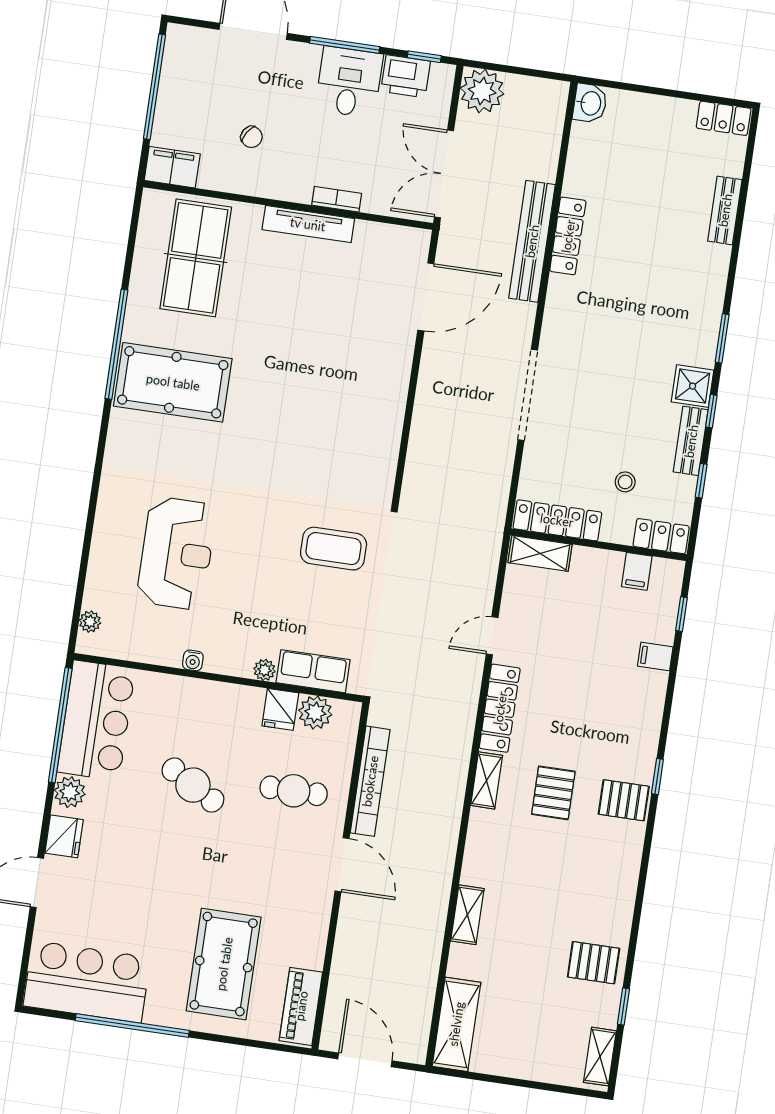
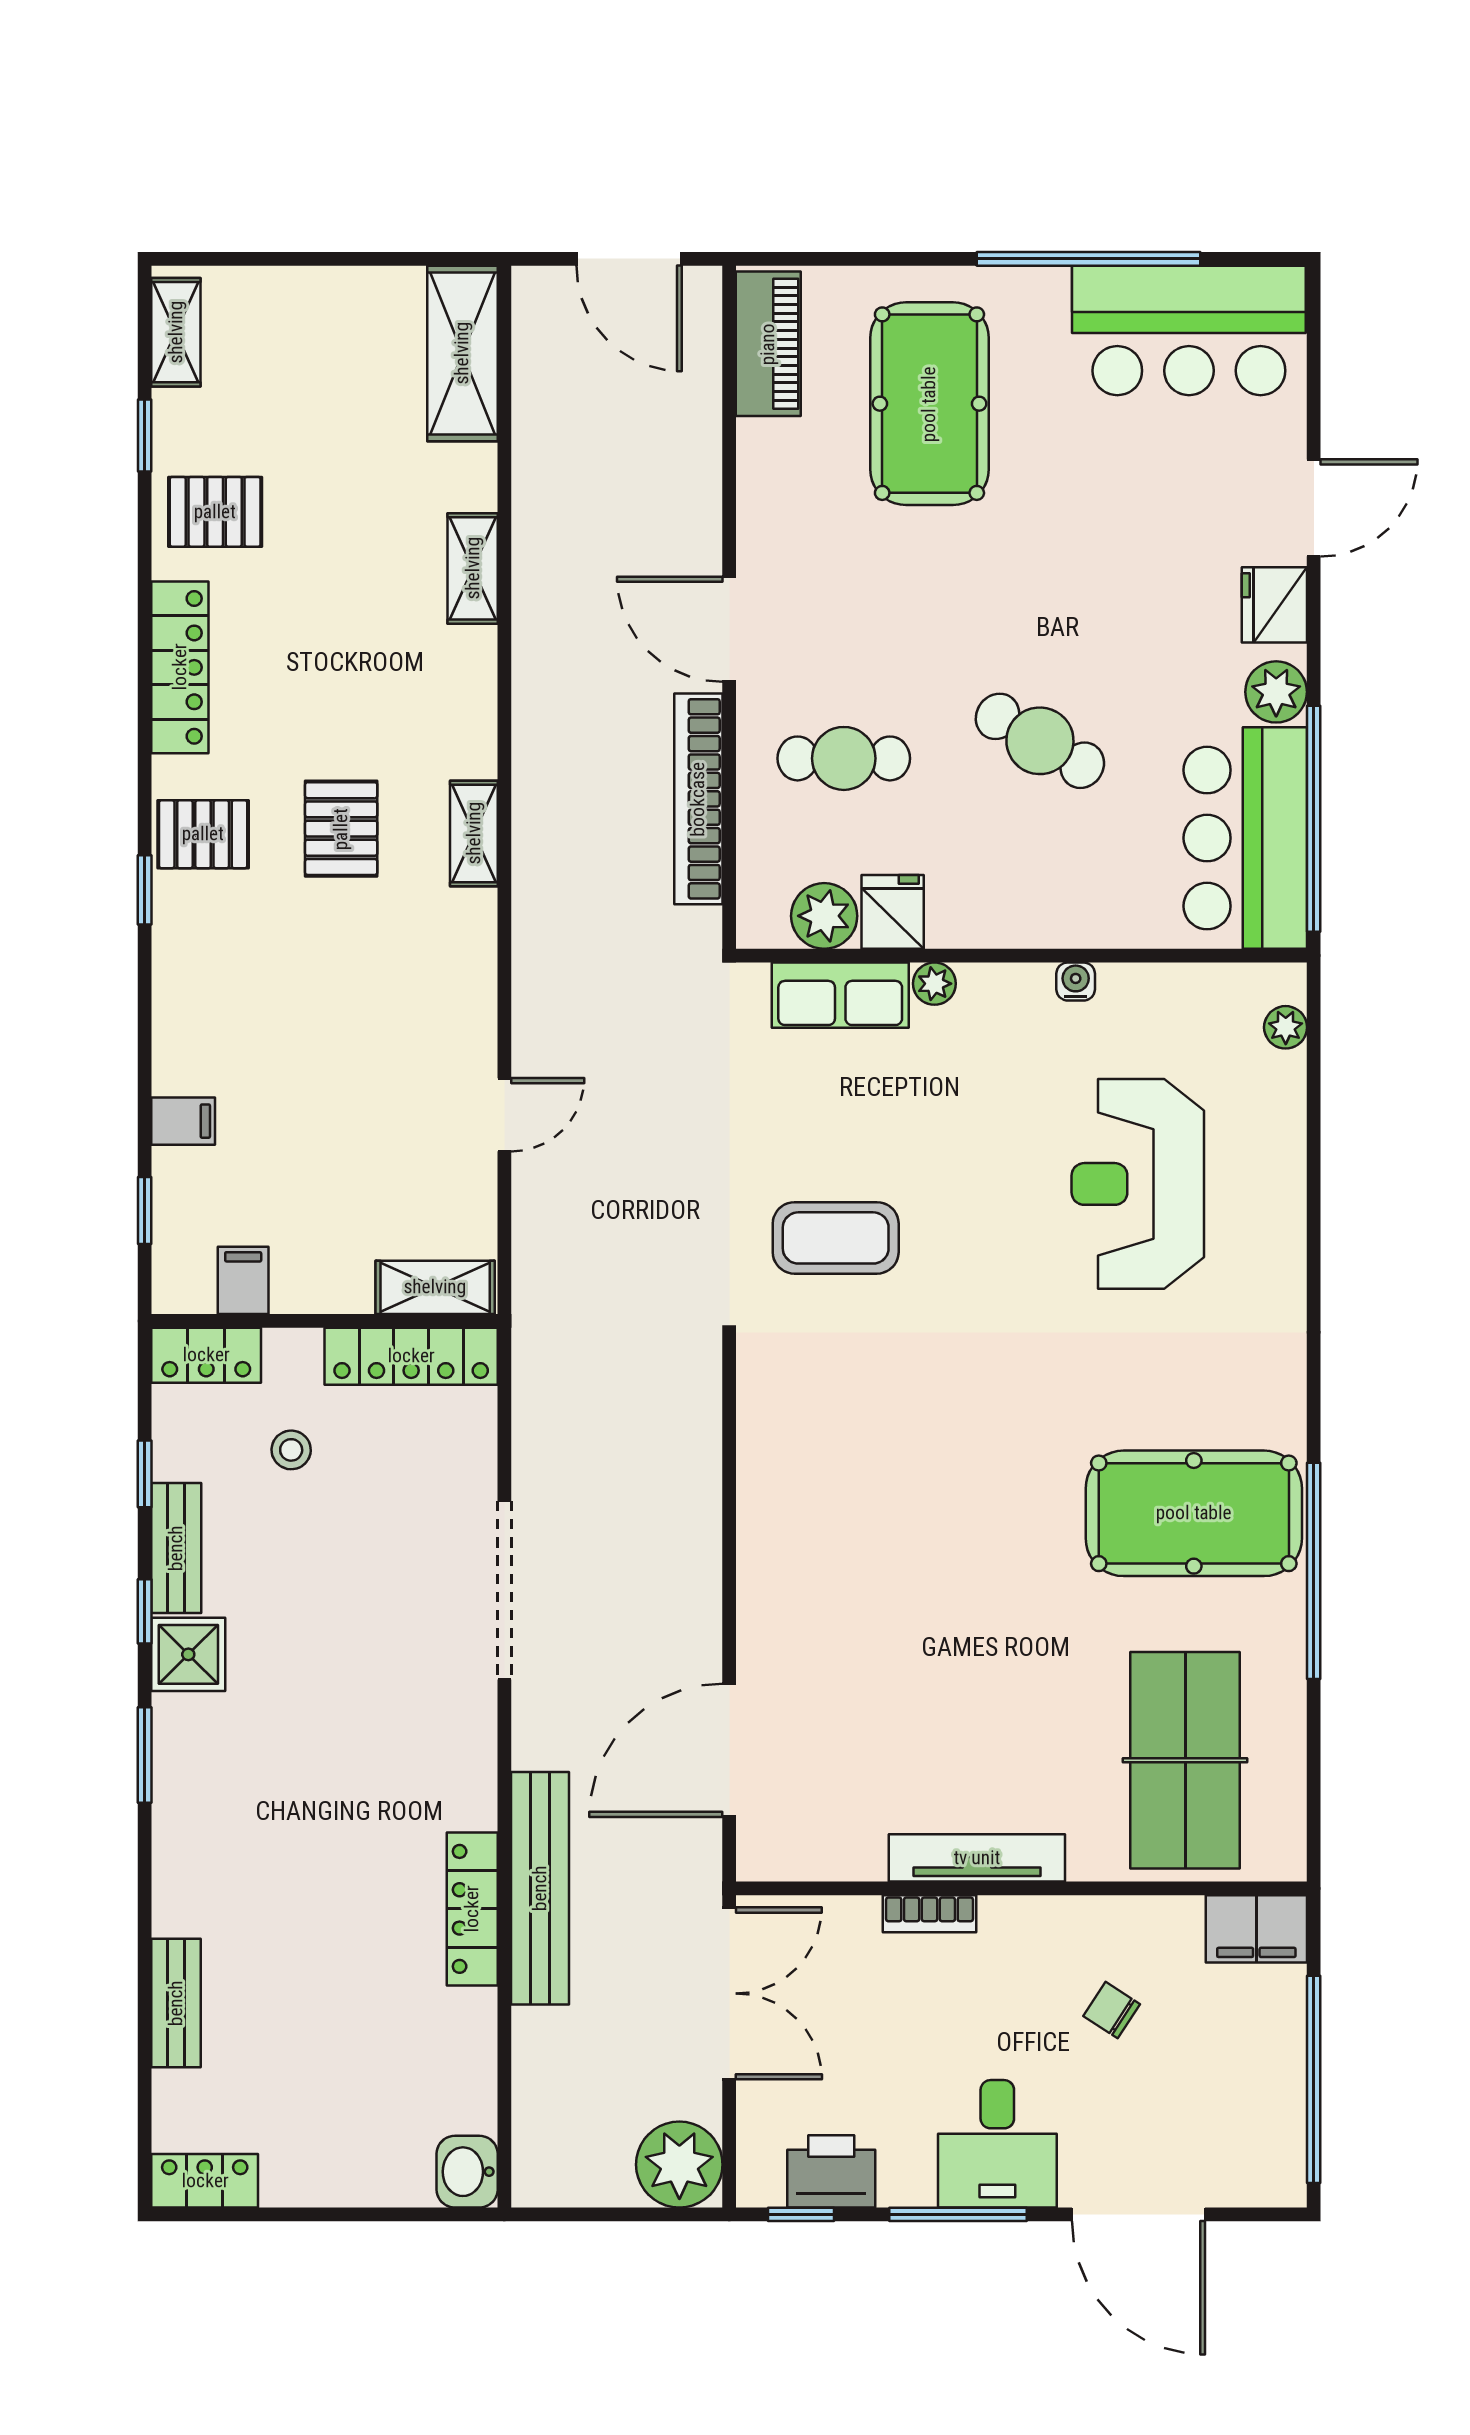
desk: (349, 82) -> (997, 2144), moved
locker: (500, 708) -> (180, 667), moved, turned 180

